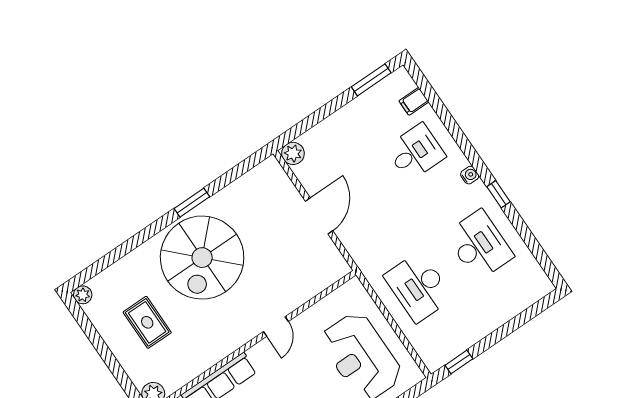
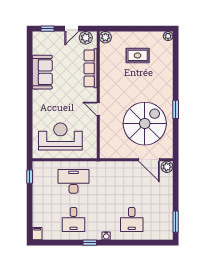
filing cabinet: (414, 101) -> (37, 234), moved
door: (319, 216) -> (149, 160), moved
desk: (479, 245) -> (74, 219), width x0.73
spiral stairs: (202, 258) -> (145, 124), moved, turned 90

